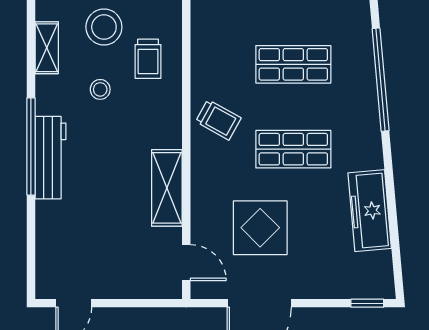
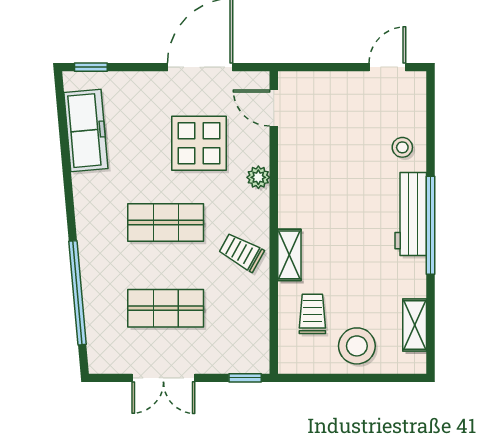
stool: (100, 89) -> (402, 147), moved
shelving: (167, 188) -> (289, 255), moved, width x0.67, depth x0.75
plant: (202, 194) -> (258, 177), added
freezer: (370, 211) -> (86, 130), moved

